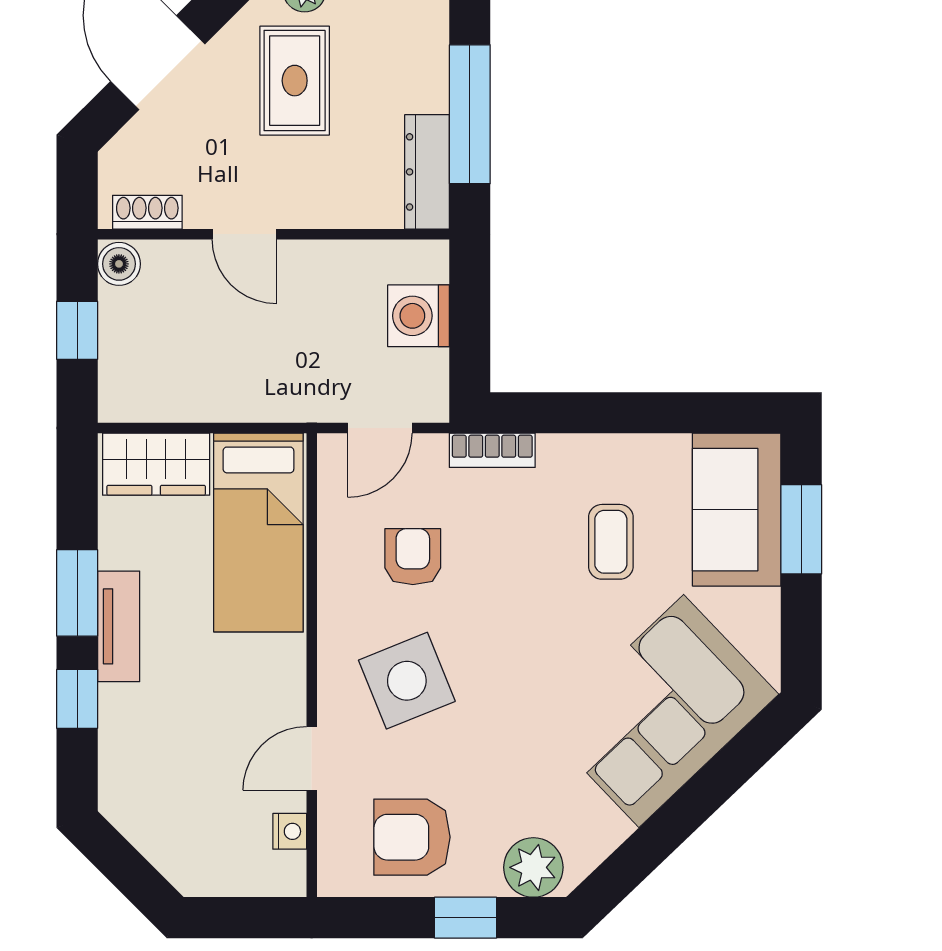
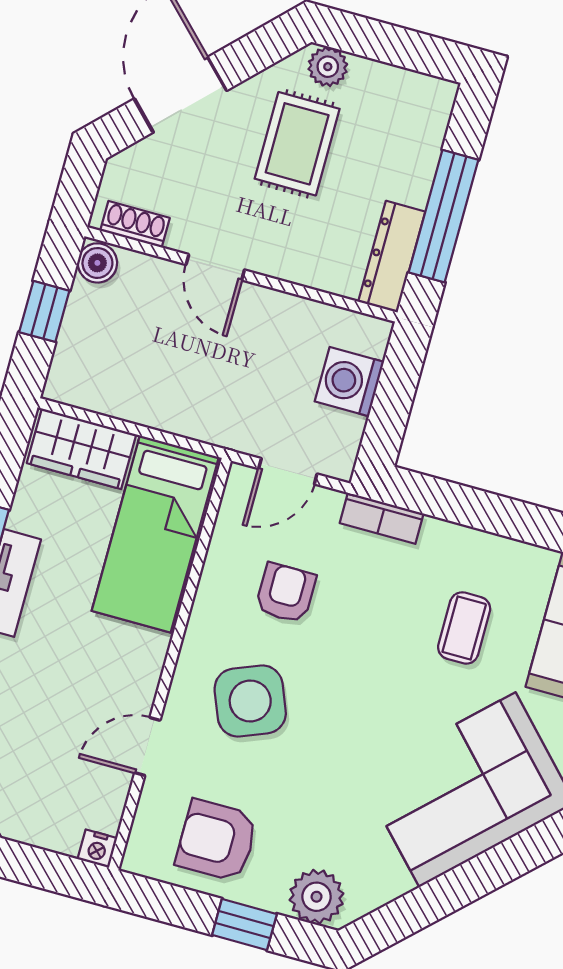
nightstand: (290, 831) -> (97, 849), moved, turned 90

